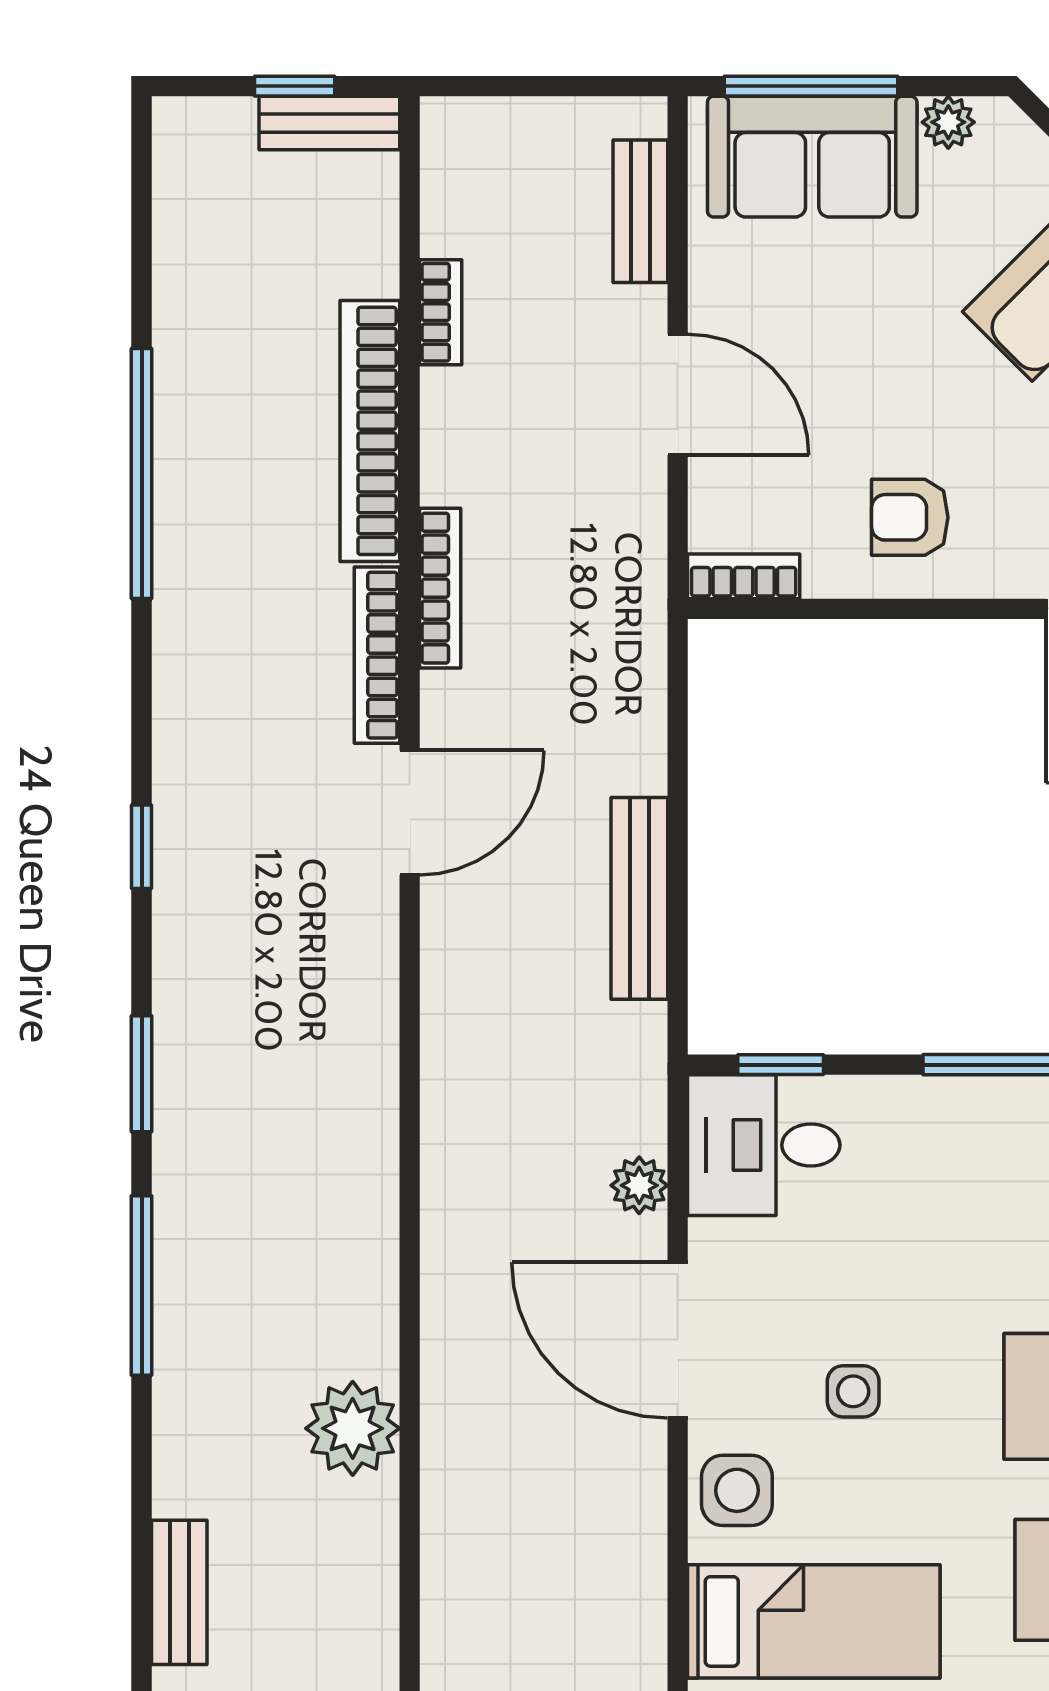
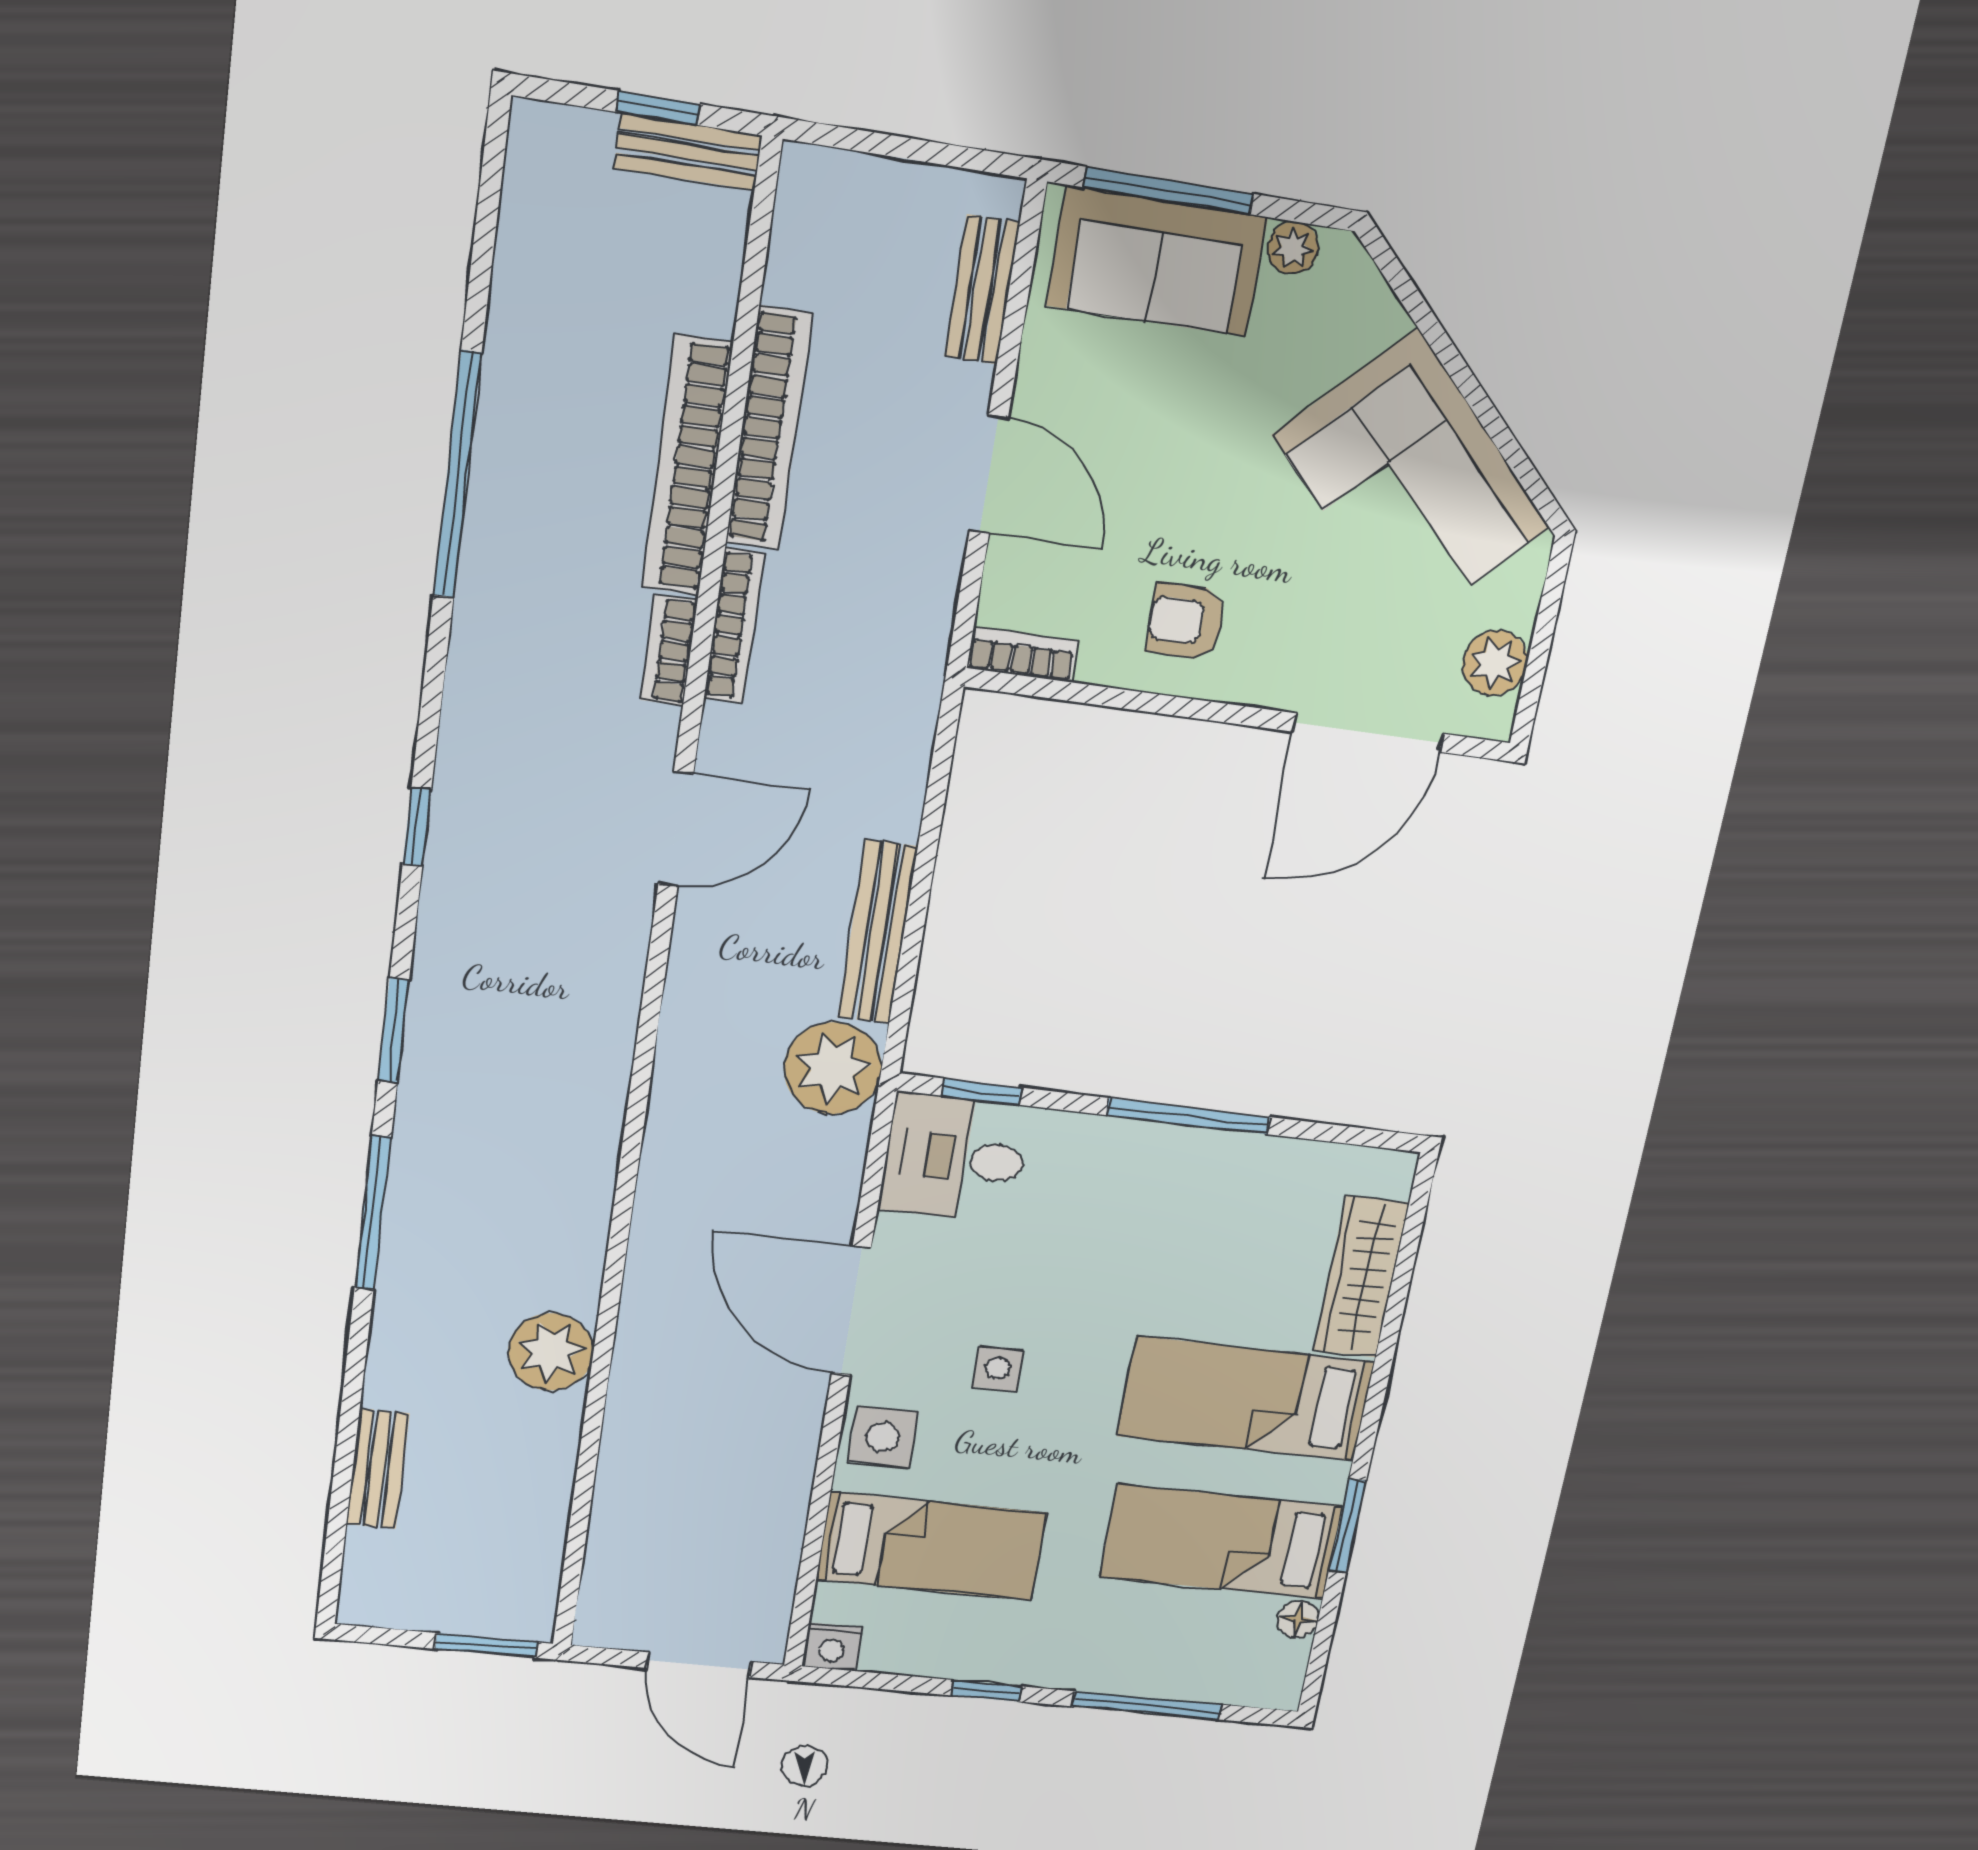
bookcase: (441, 312) -> (769, 428), width x2.31, depth x1.31
bookcase: (377, 655) -> (669, 650), width x0.64
plant: (639, 1185) -> (833, 1068), moved, width x1.88, depth x1.88

